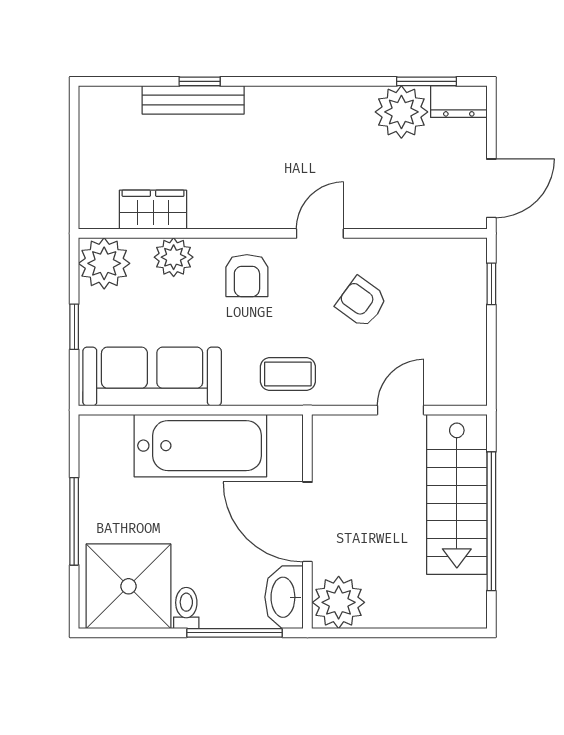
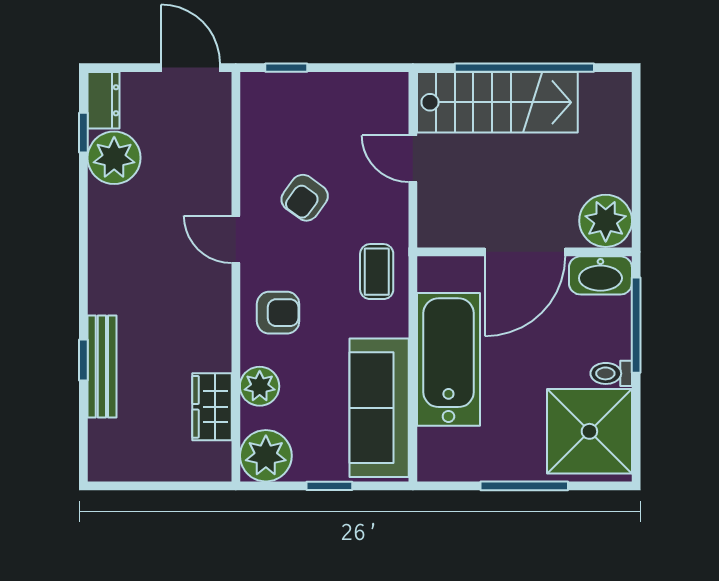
window: (427, 81) -> (83, 133), width x0.67

